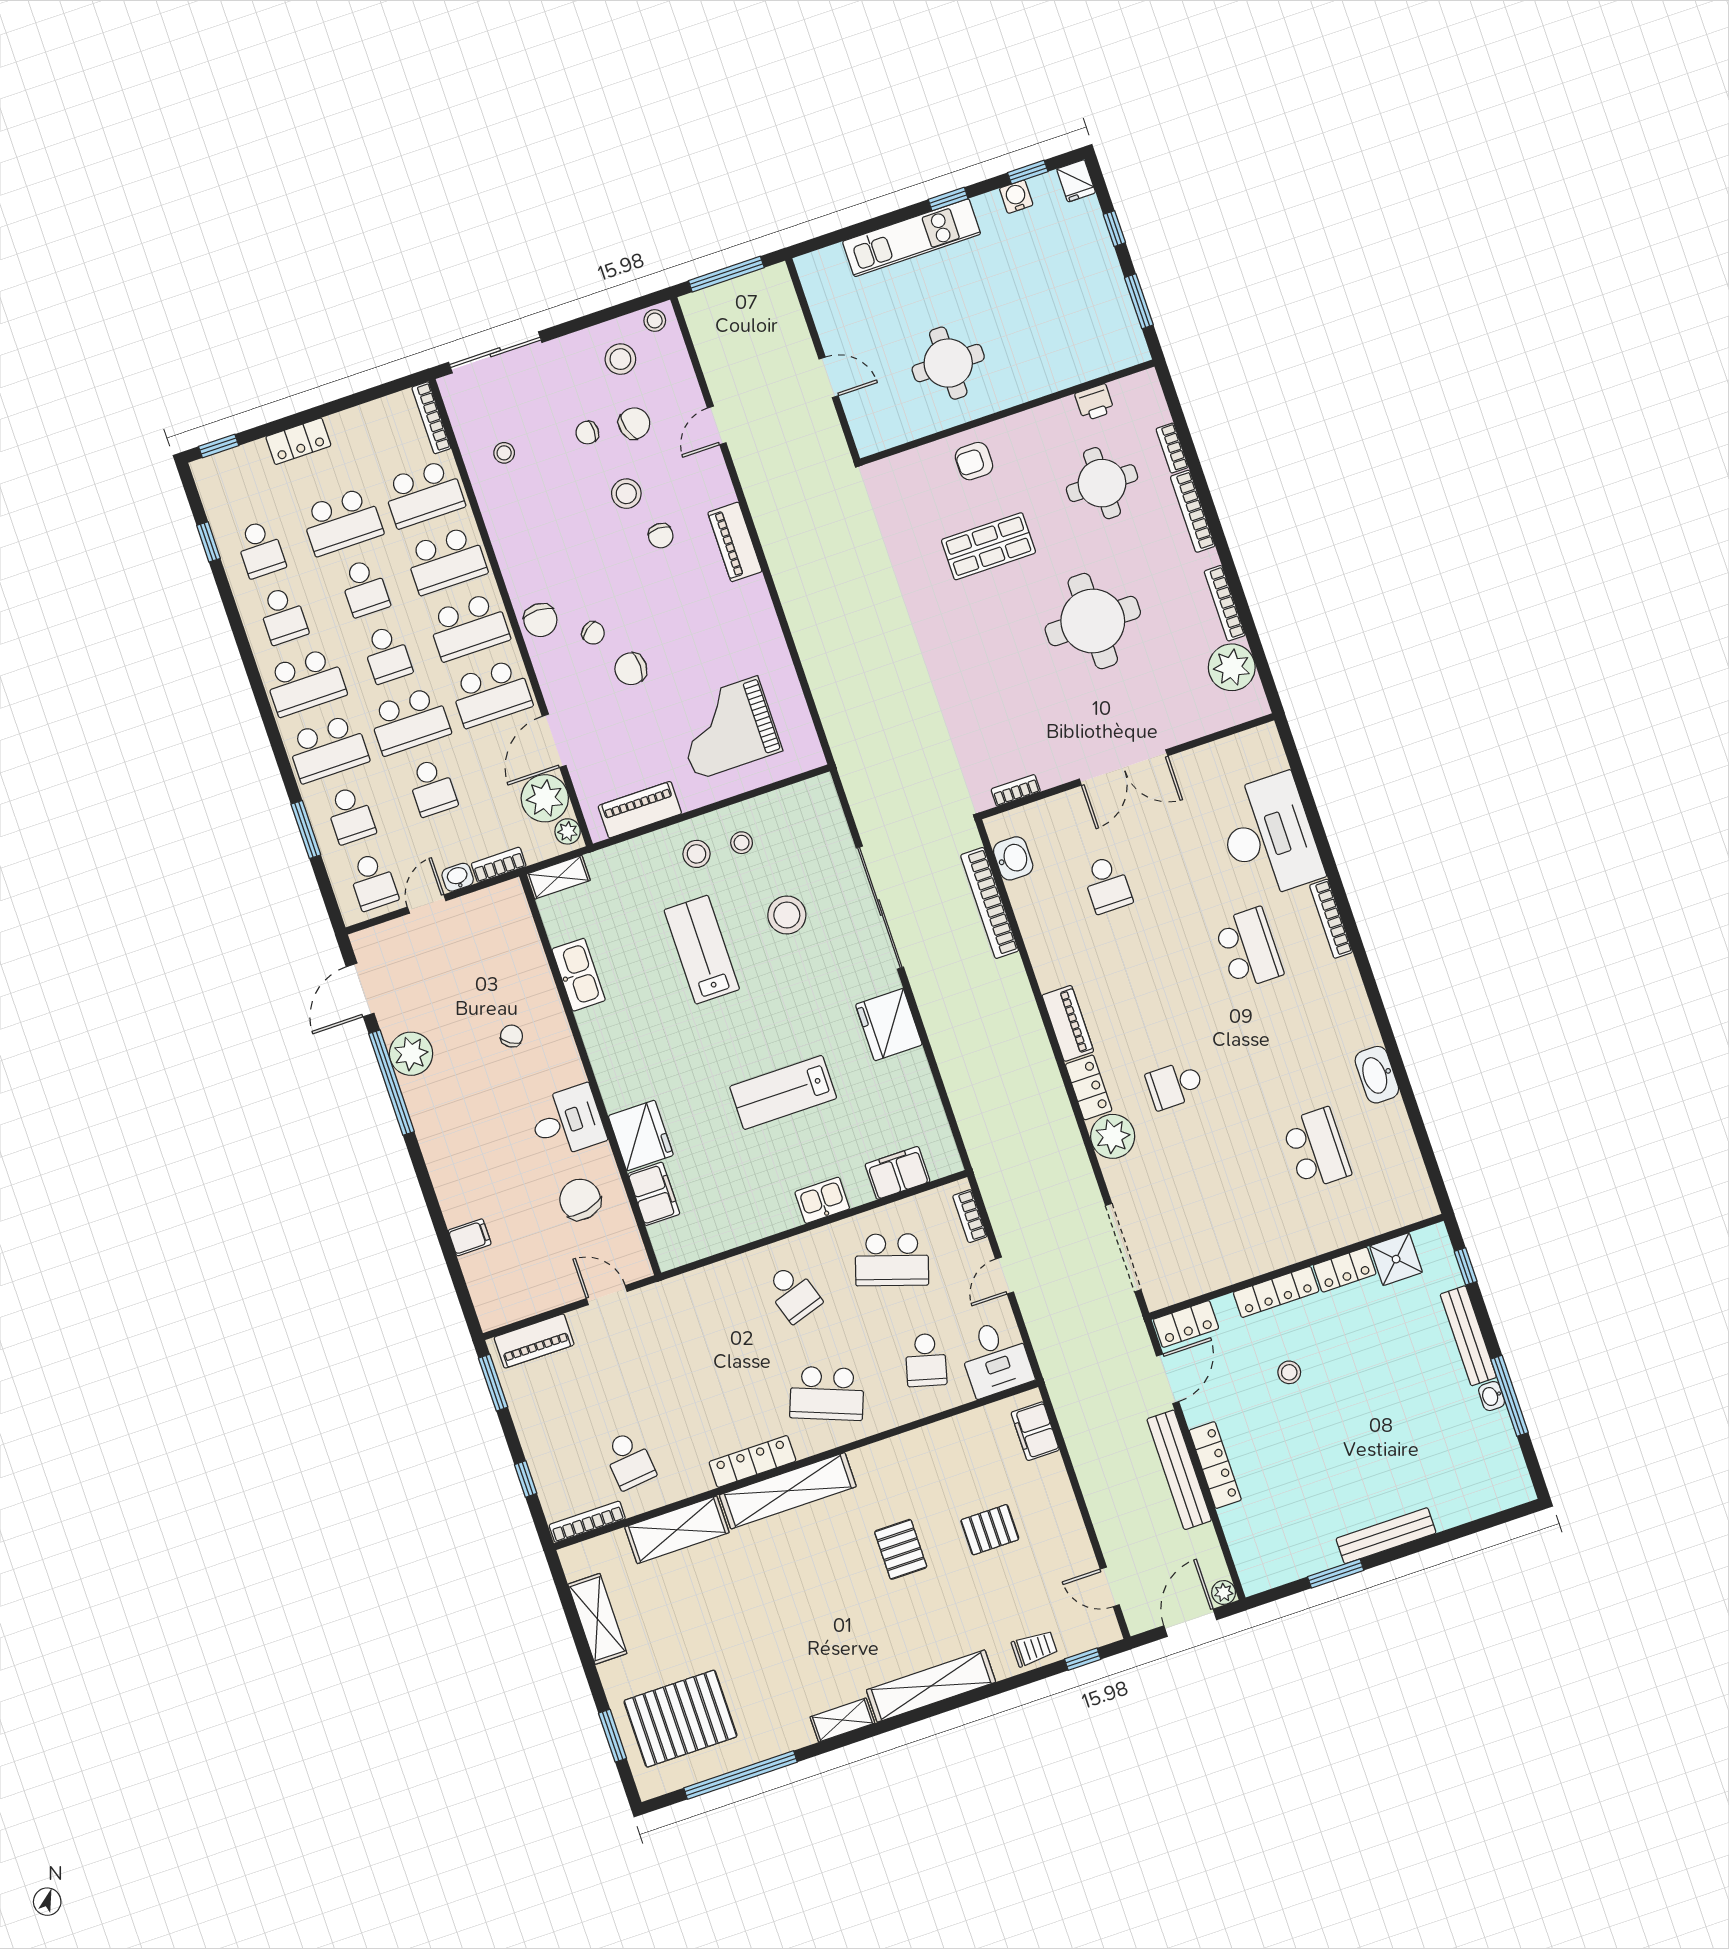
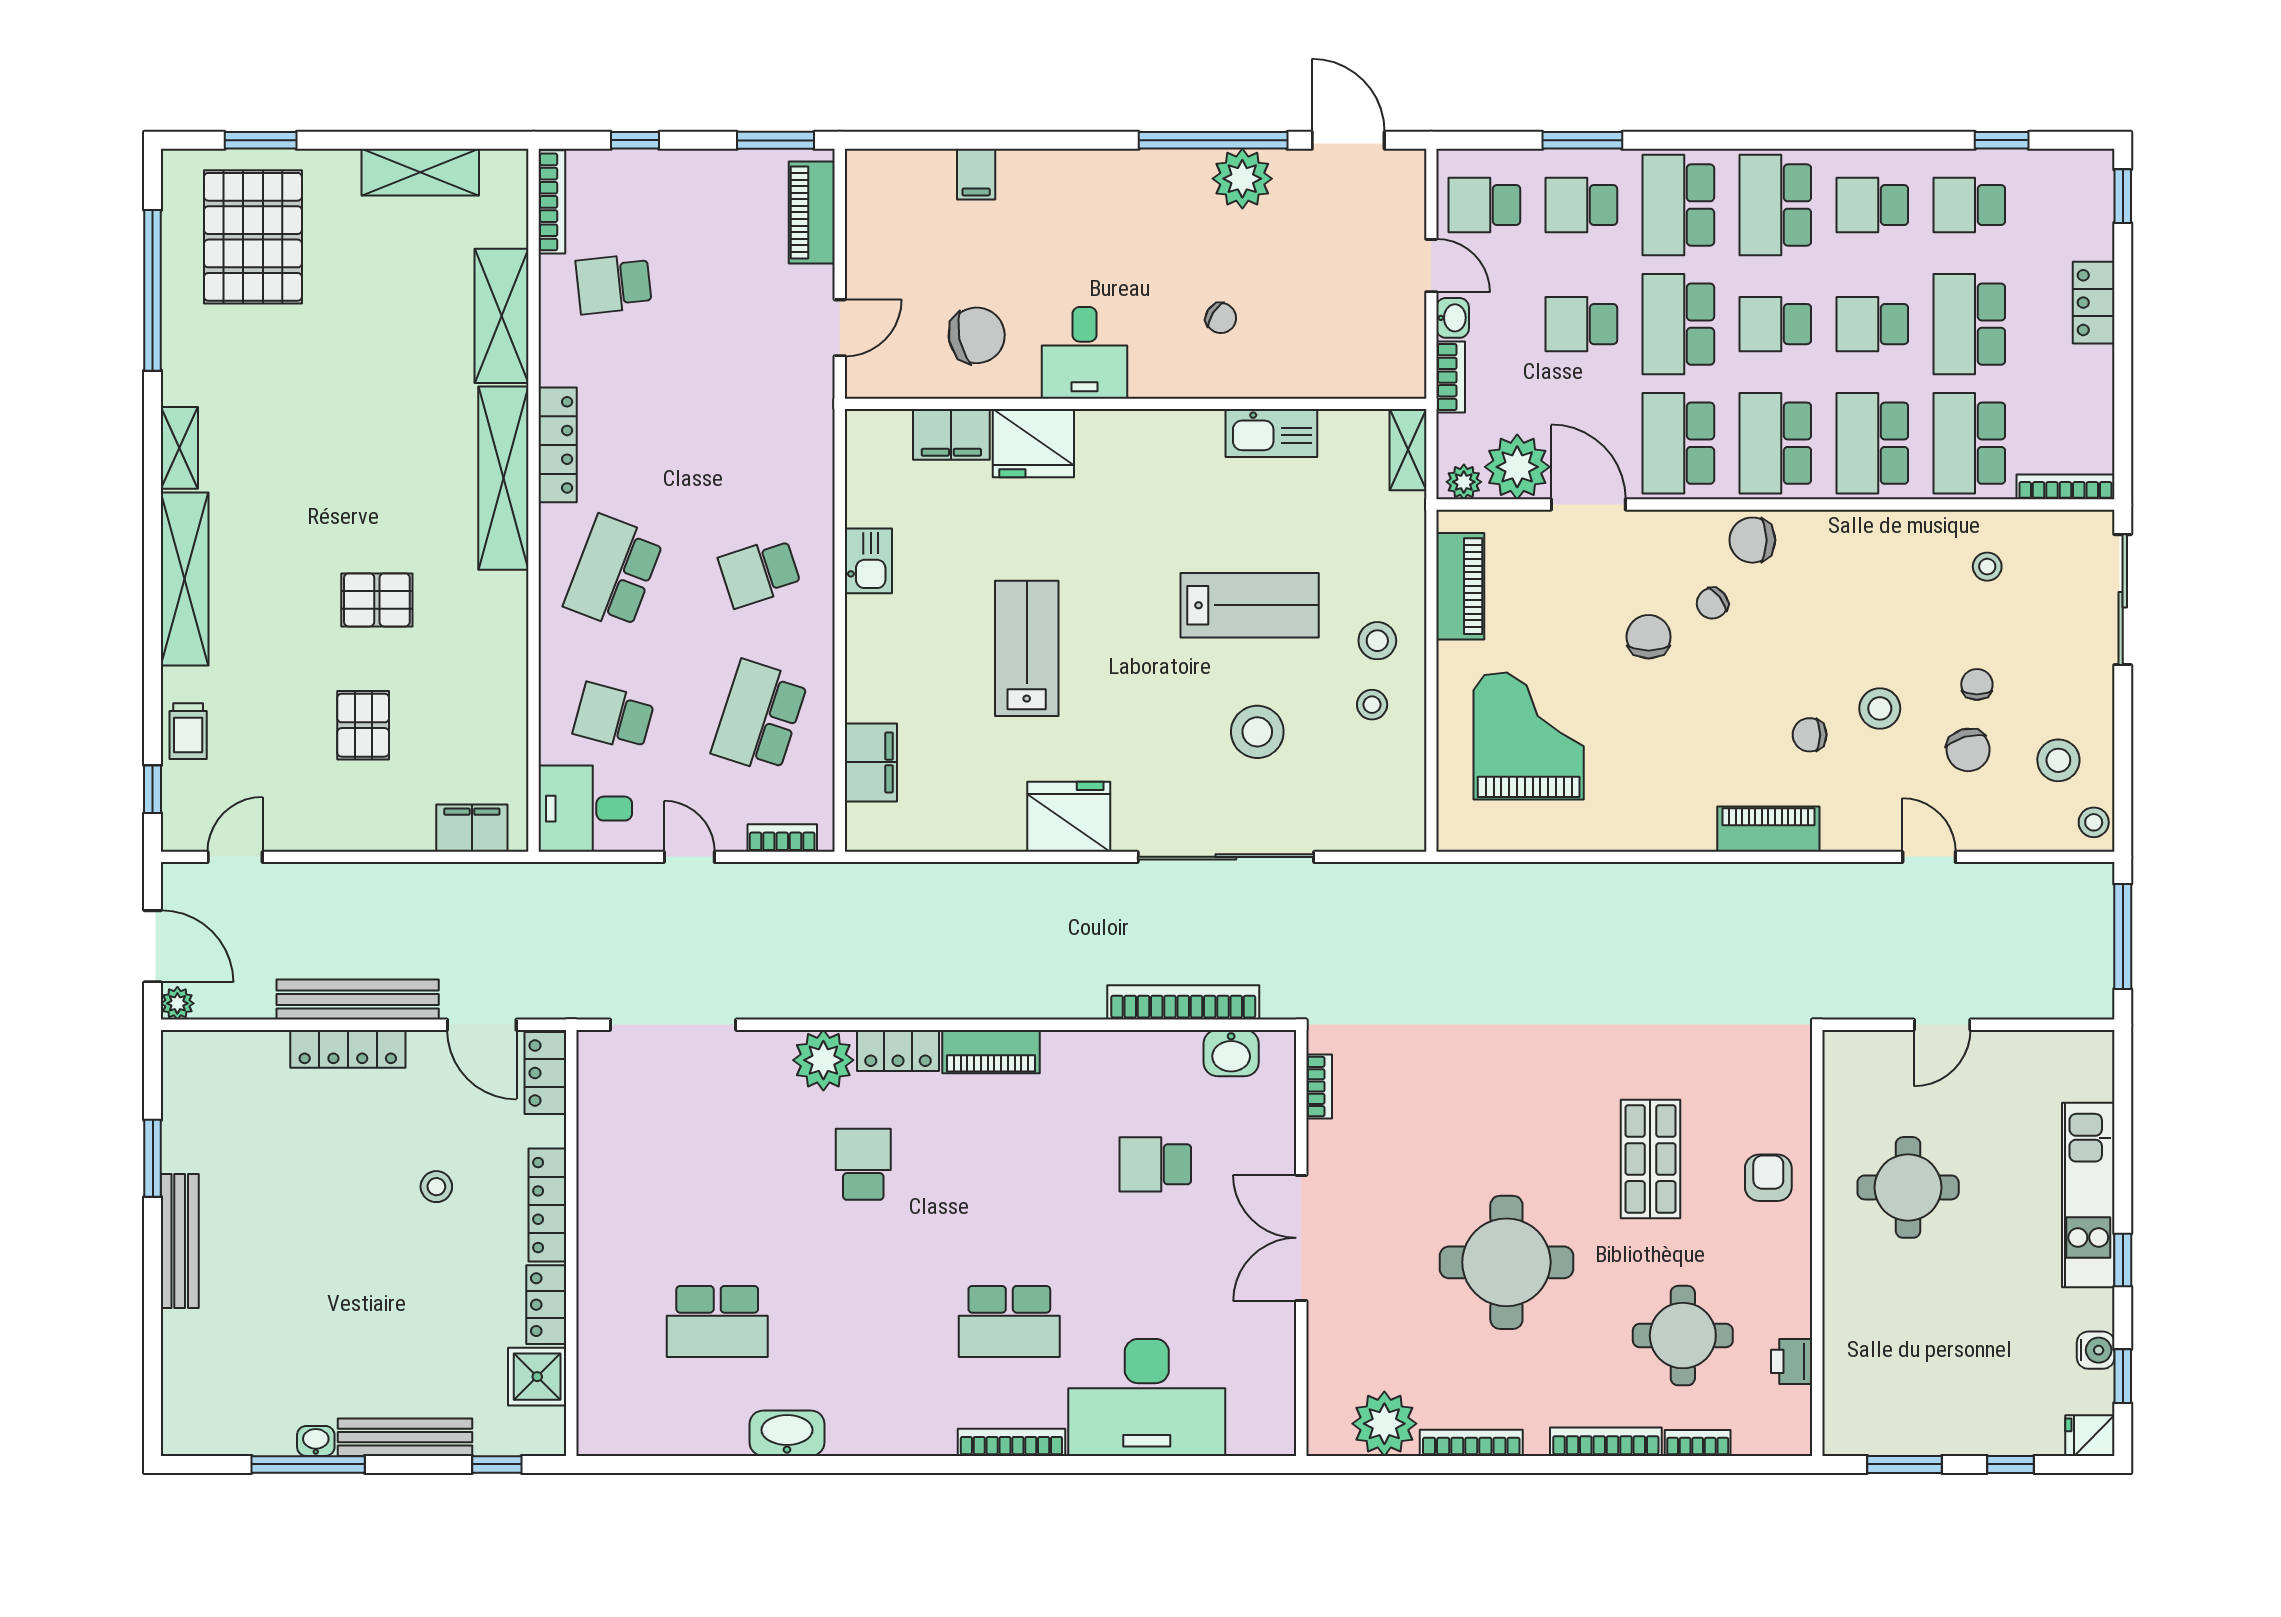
kitchen sink: (822, 1200) -> (868, 561), moved

